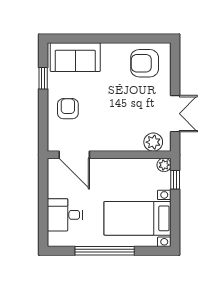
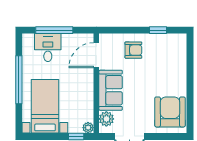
sofa: (75, 57) -> (111, 90), moved, turned 180
armchair: (145, 63) -> (170, 112), width x1.36, depth x1.36
window: (43, 207) -> (54, 30), added

